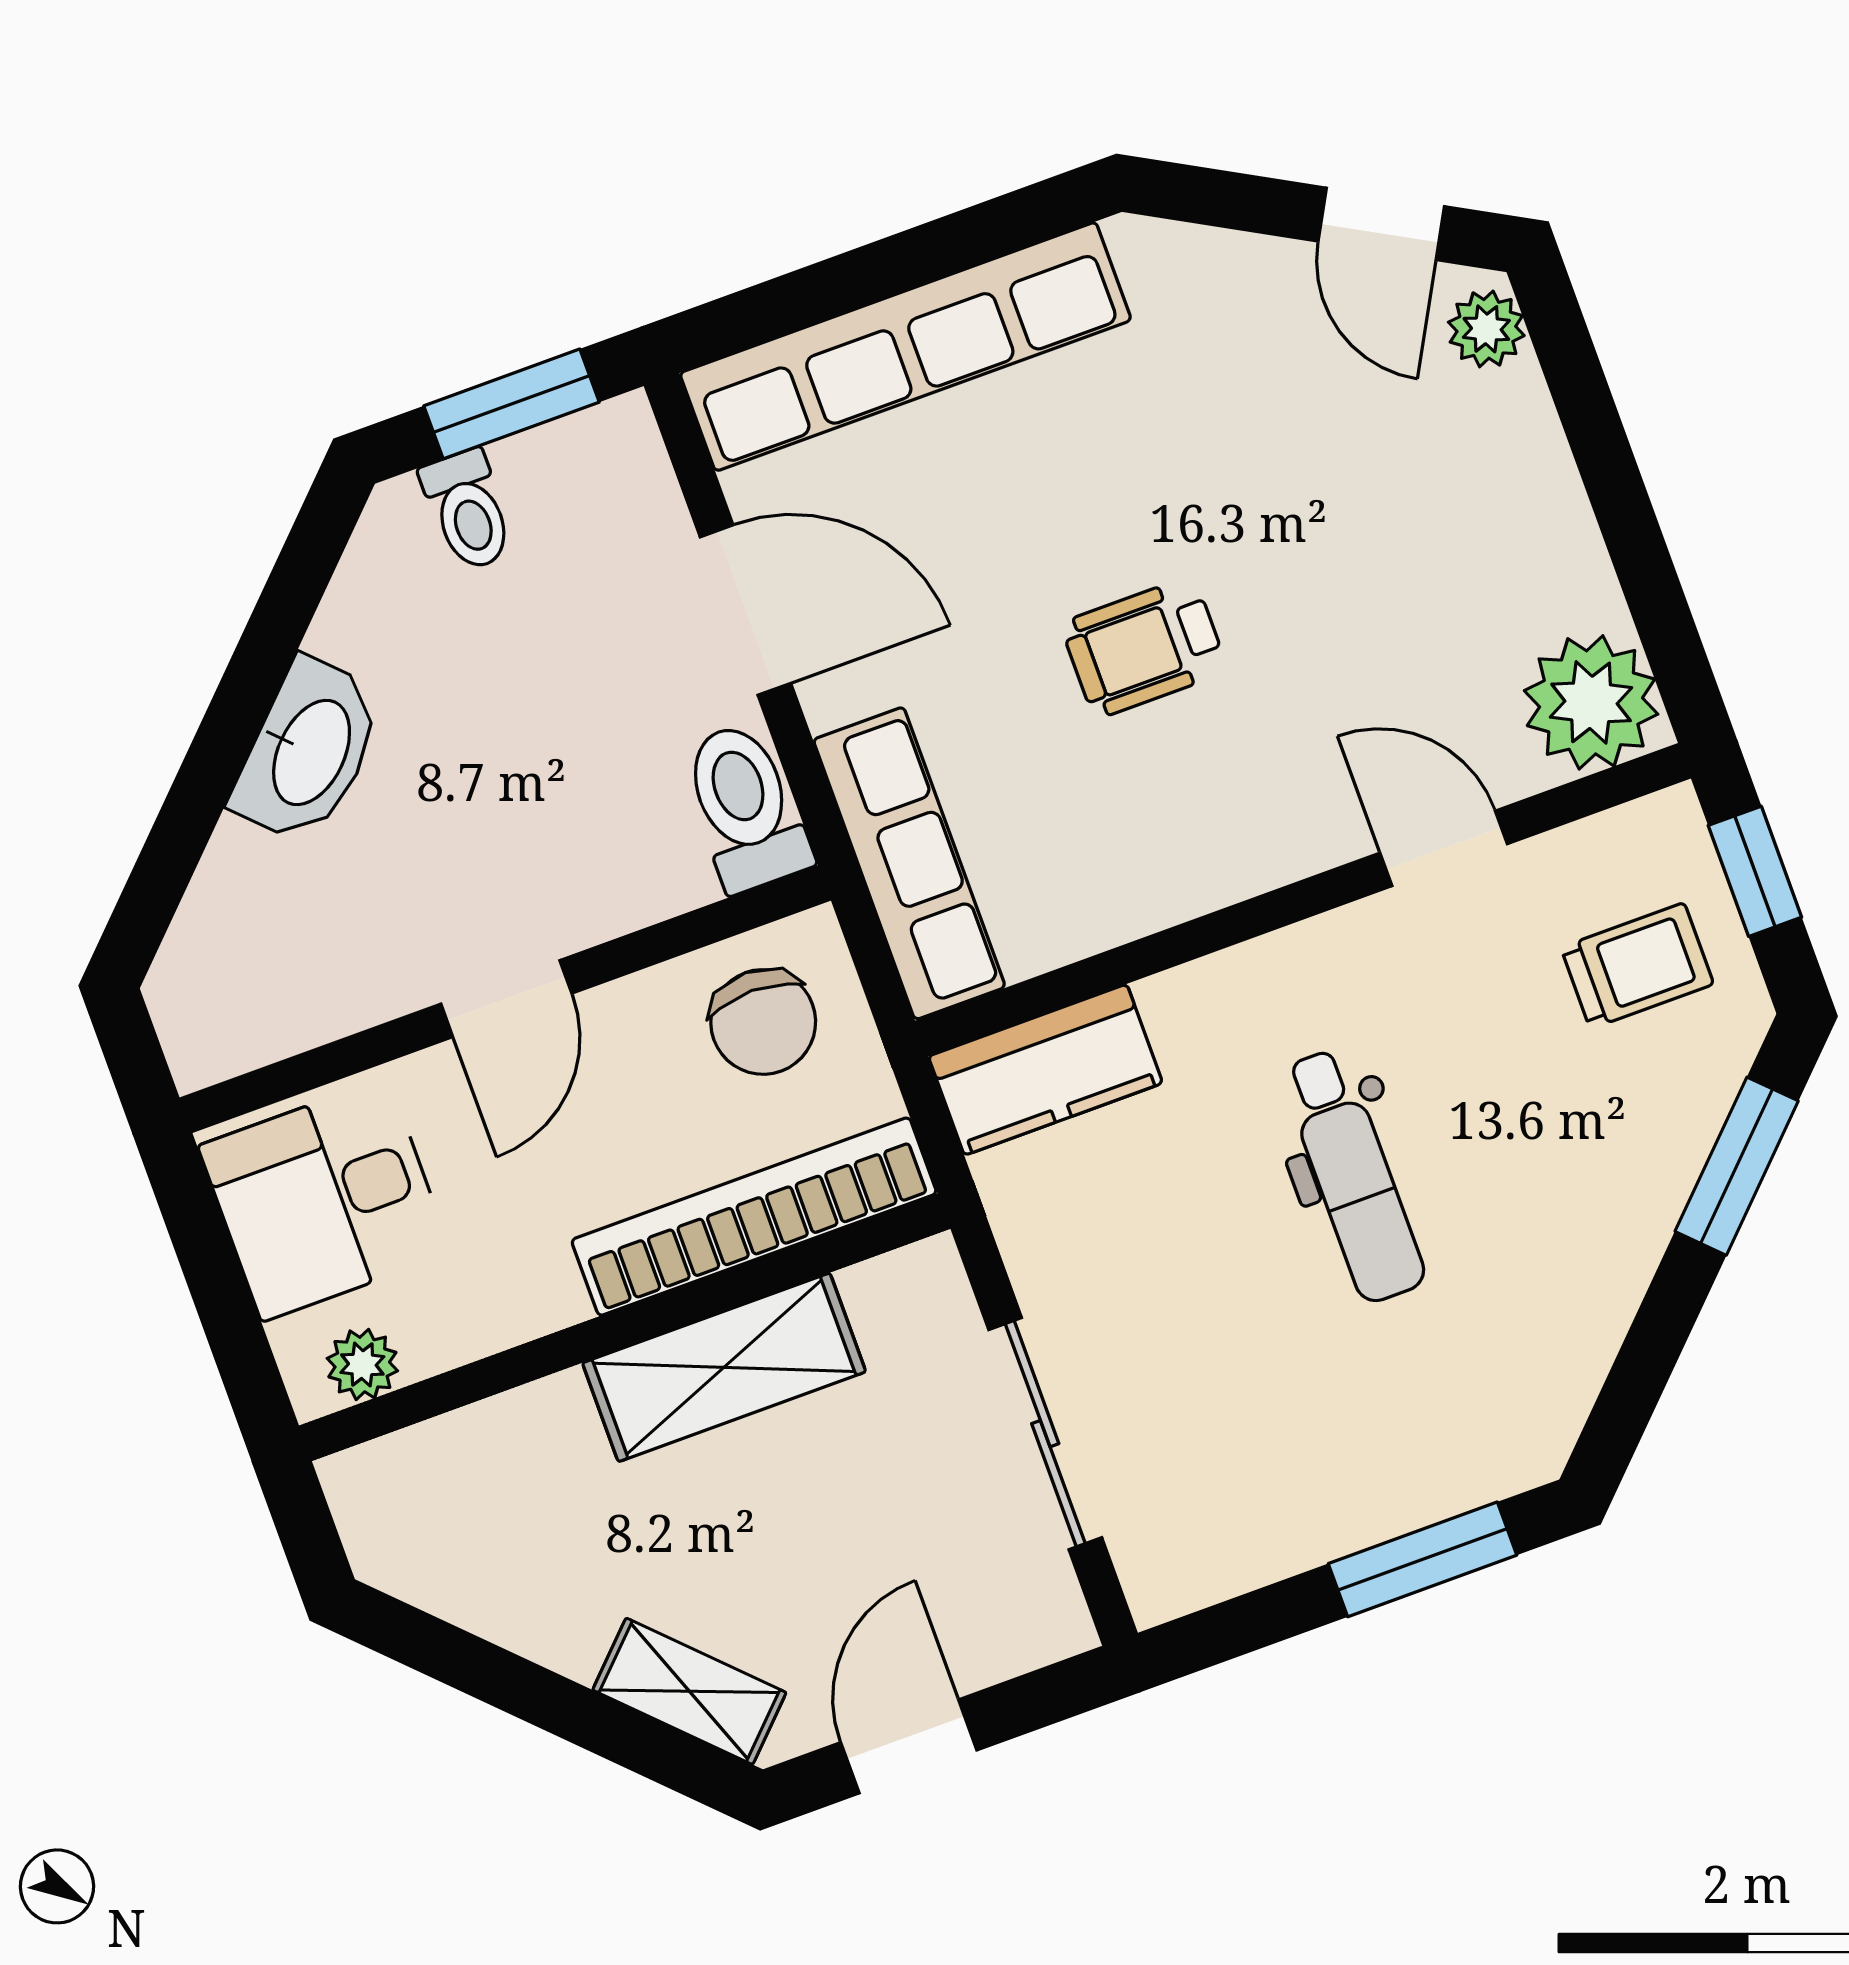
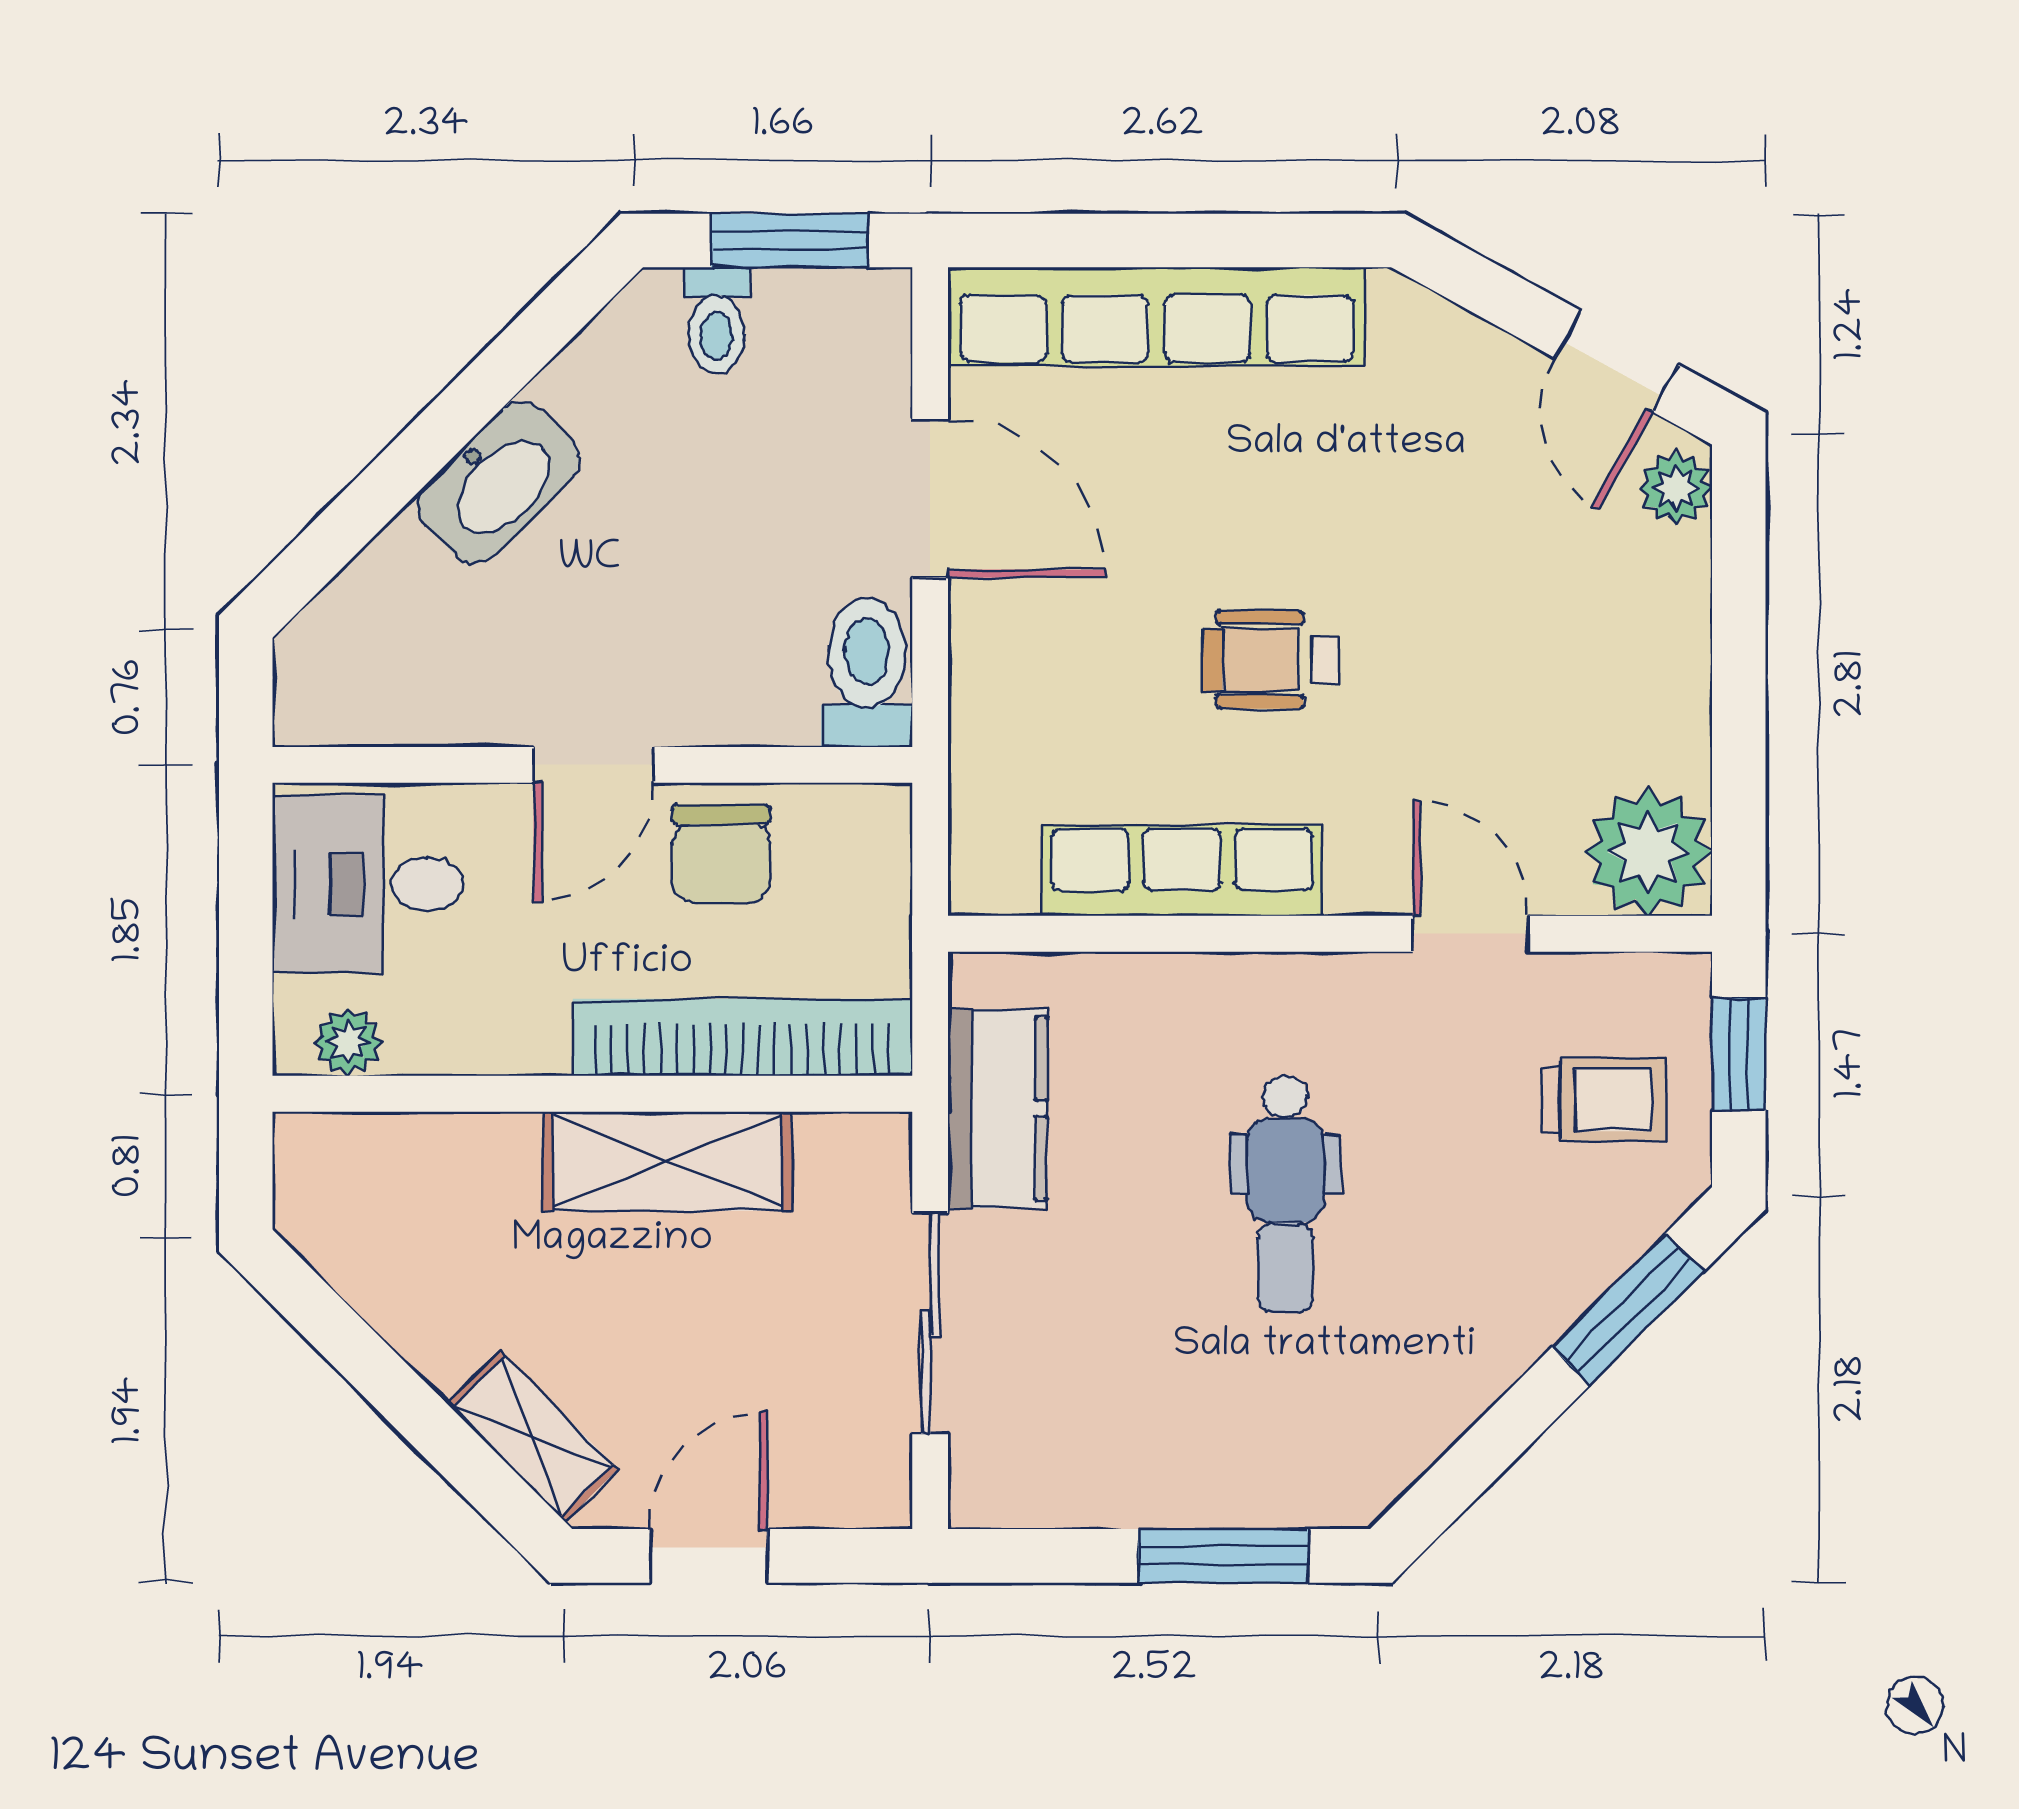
row of seats: (909, 863) -> (1182, 871), moved, turned -90
chair: (763, 1022) -> (721, 854), moved
kitchen counter: (1045, 1070) -> (998, 1109), moved, turned -90

